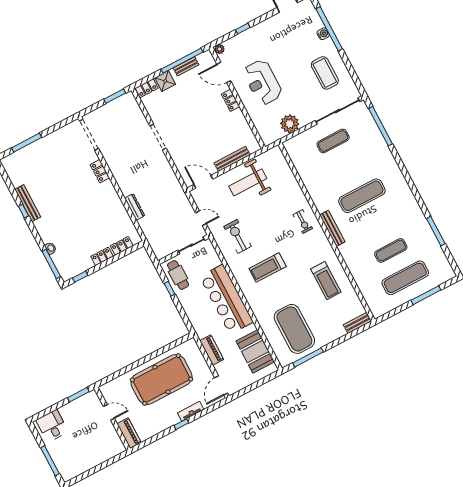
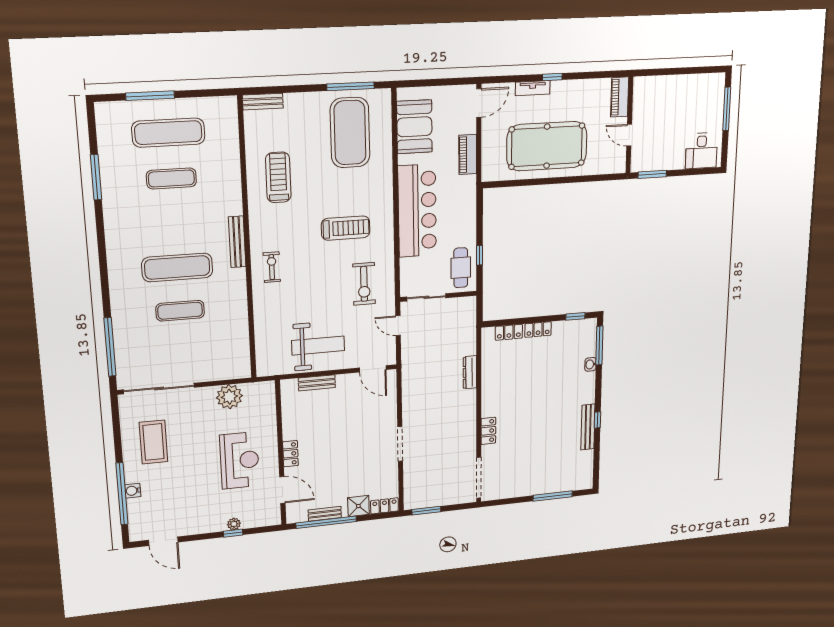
plant: (220, 49) -> (234, 524), moved
exercise mat: (333, 141) -> (180, 311), moved
bench: (232, 159) -> (317, 383), width x0.73

